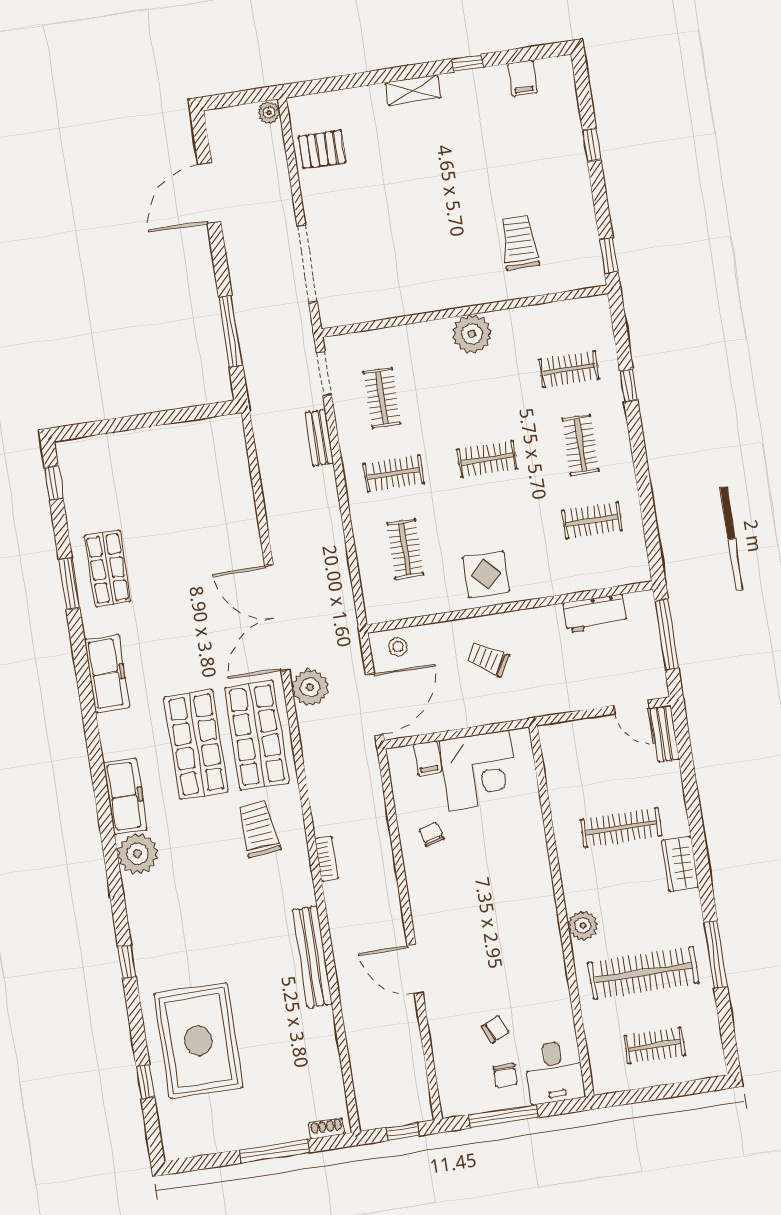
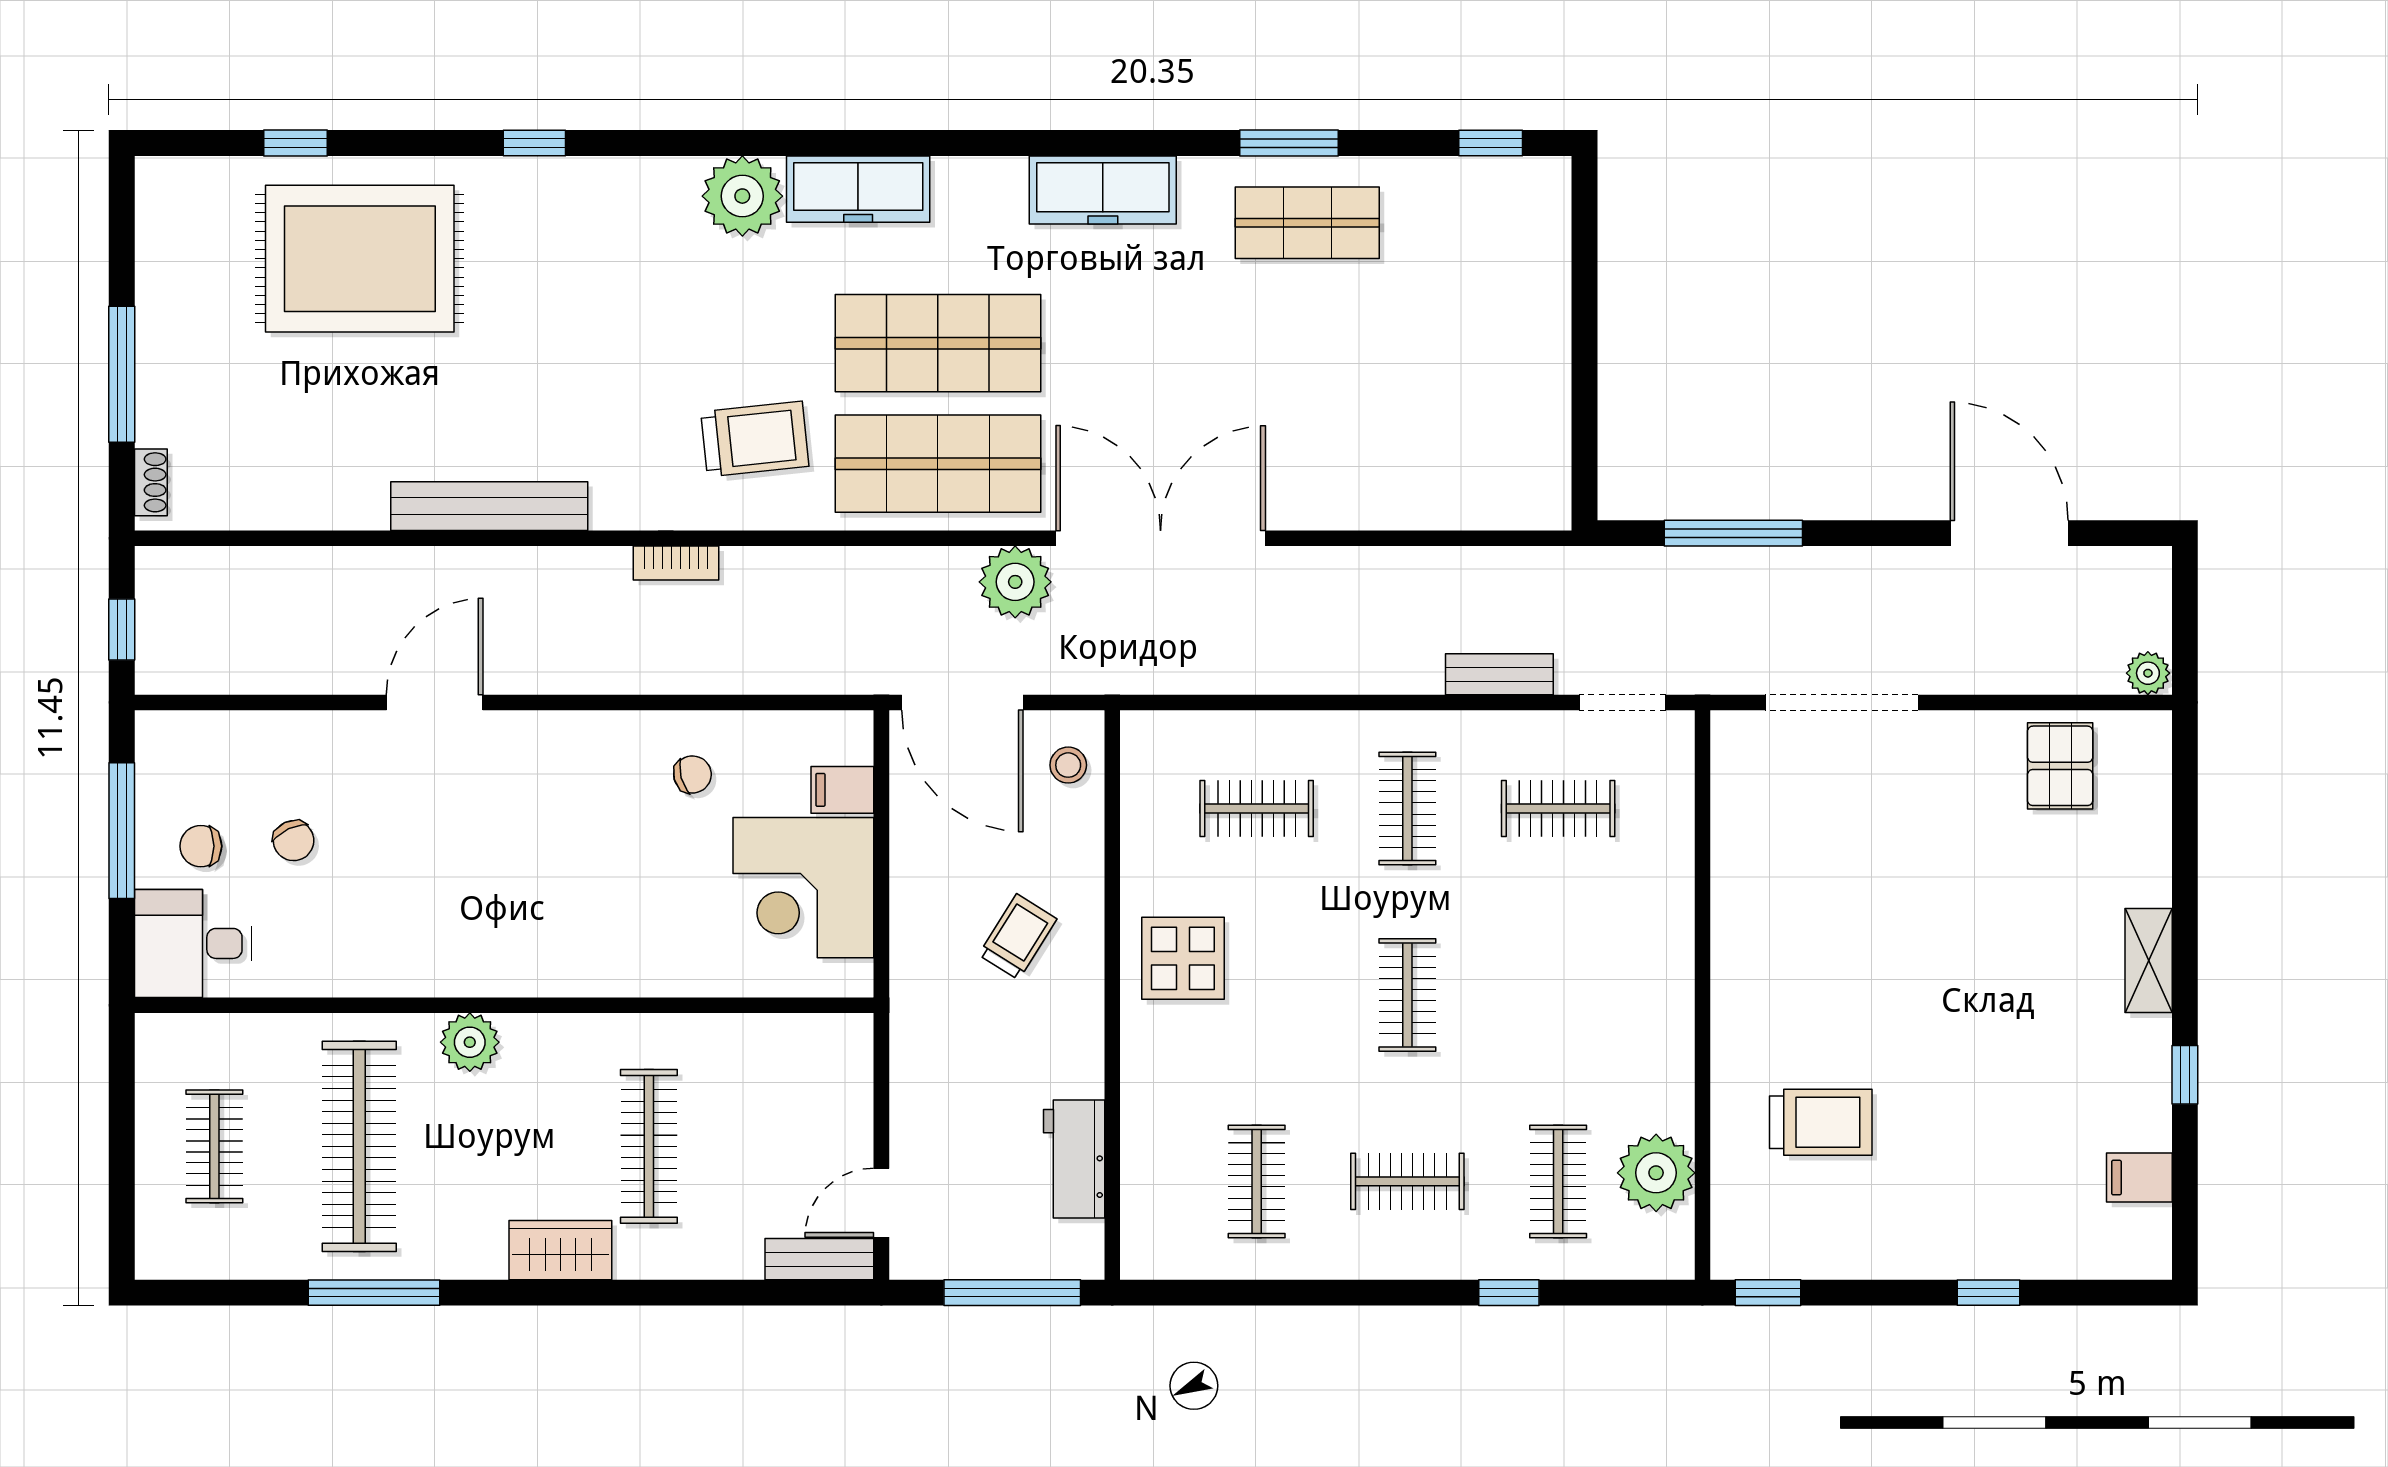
plant: (472, 334) -> (1656, 1173), moved

